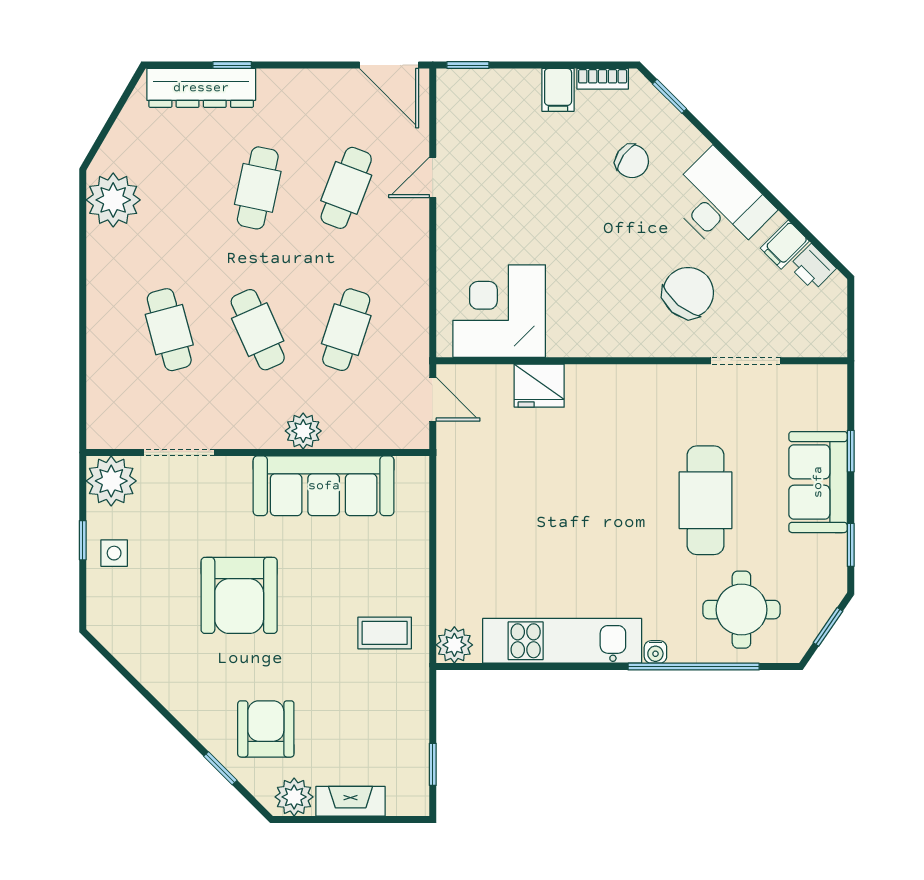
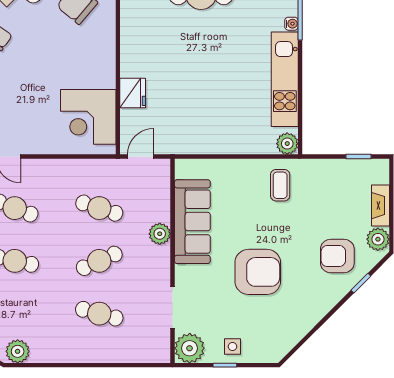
plant: (113, 200) -> (18, 351), width x0.73, depth x0.73
cafe table: (169, 330) -> (99, 314), turned 30

